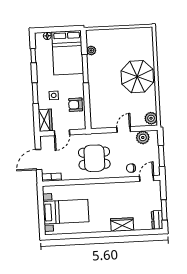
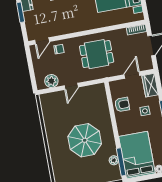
window: (85, 69) -> (121, 162), moved
parasol: (137, 77) -> (85, 140), moved
plant: (151, 118) -> (46, 101), removed
window: (161, 156) -> (30, 65), removed

